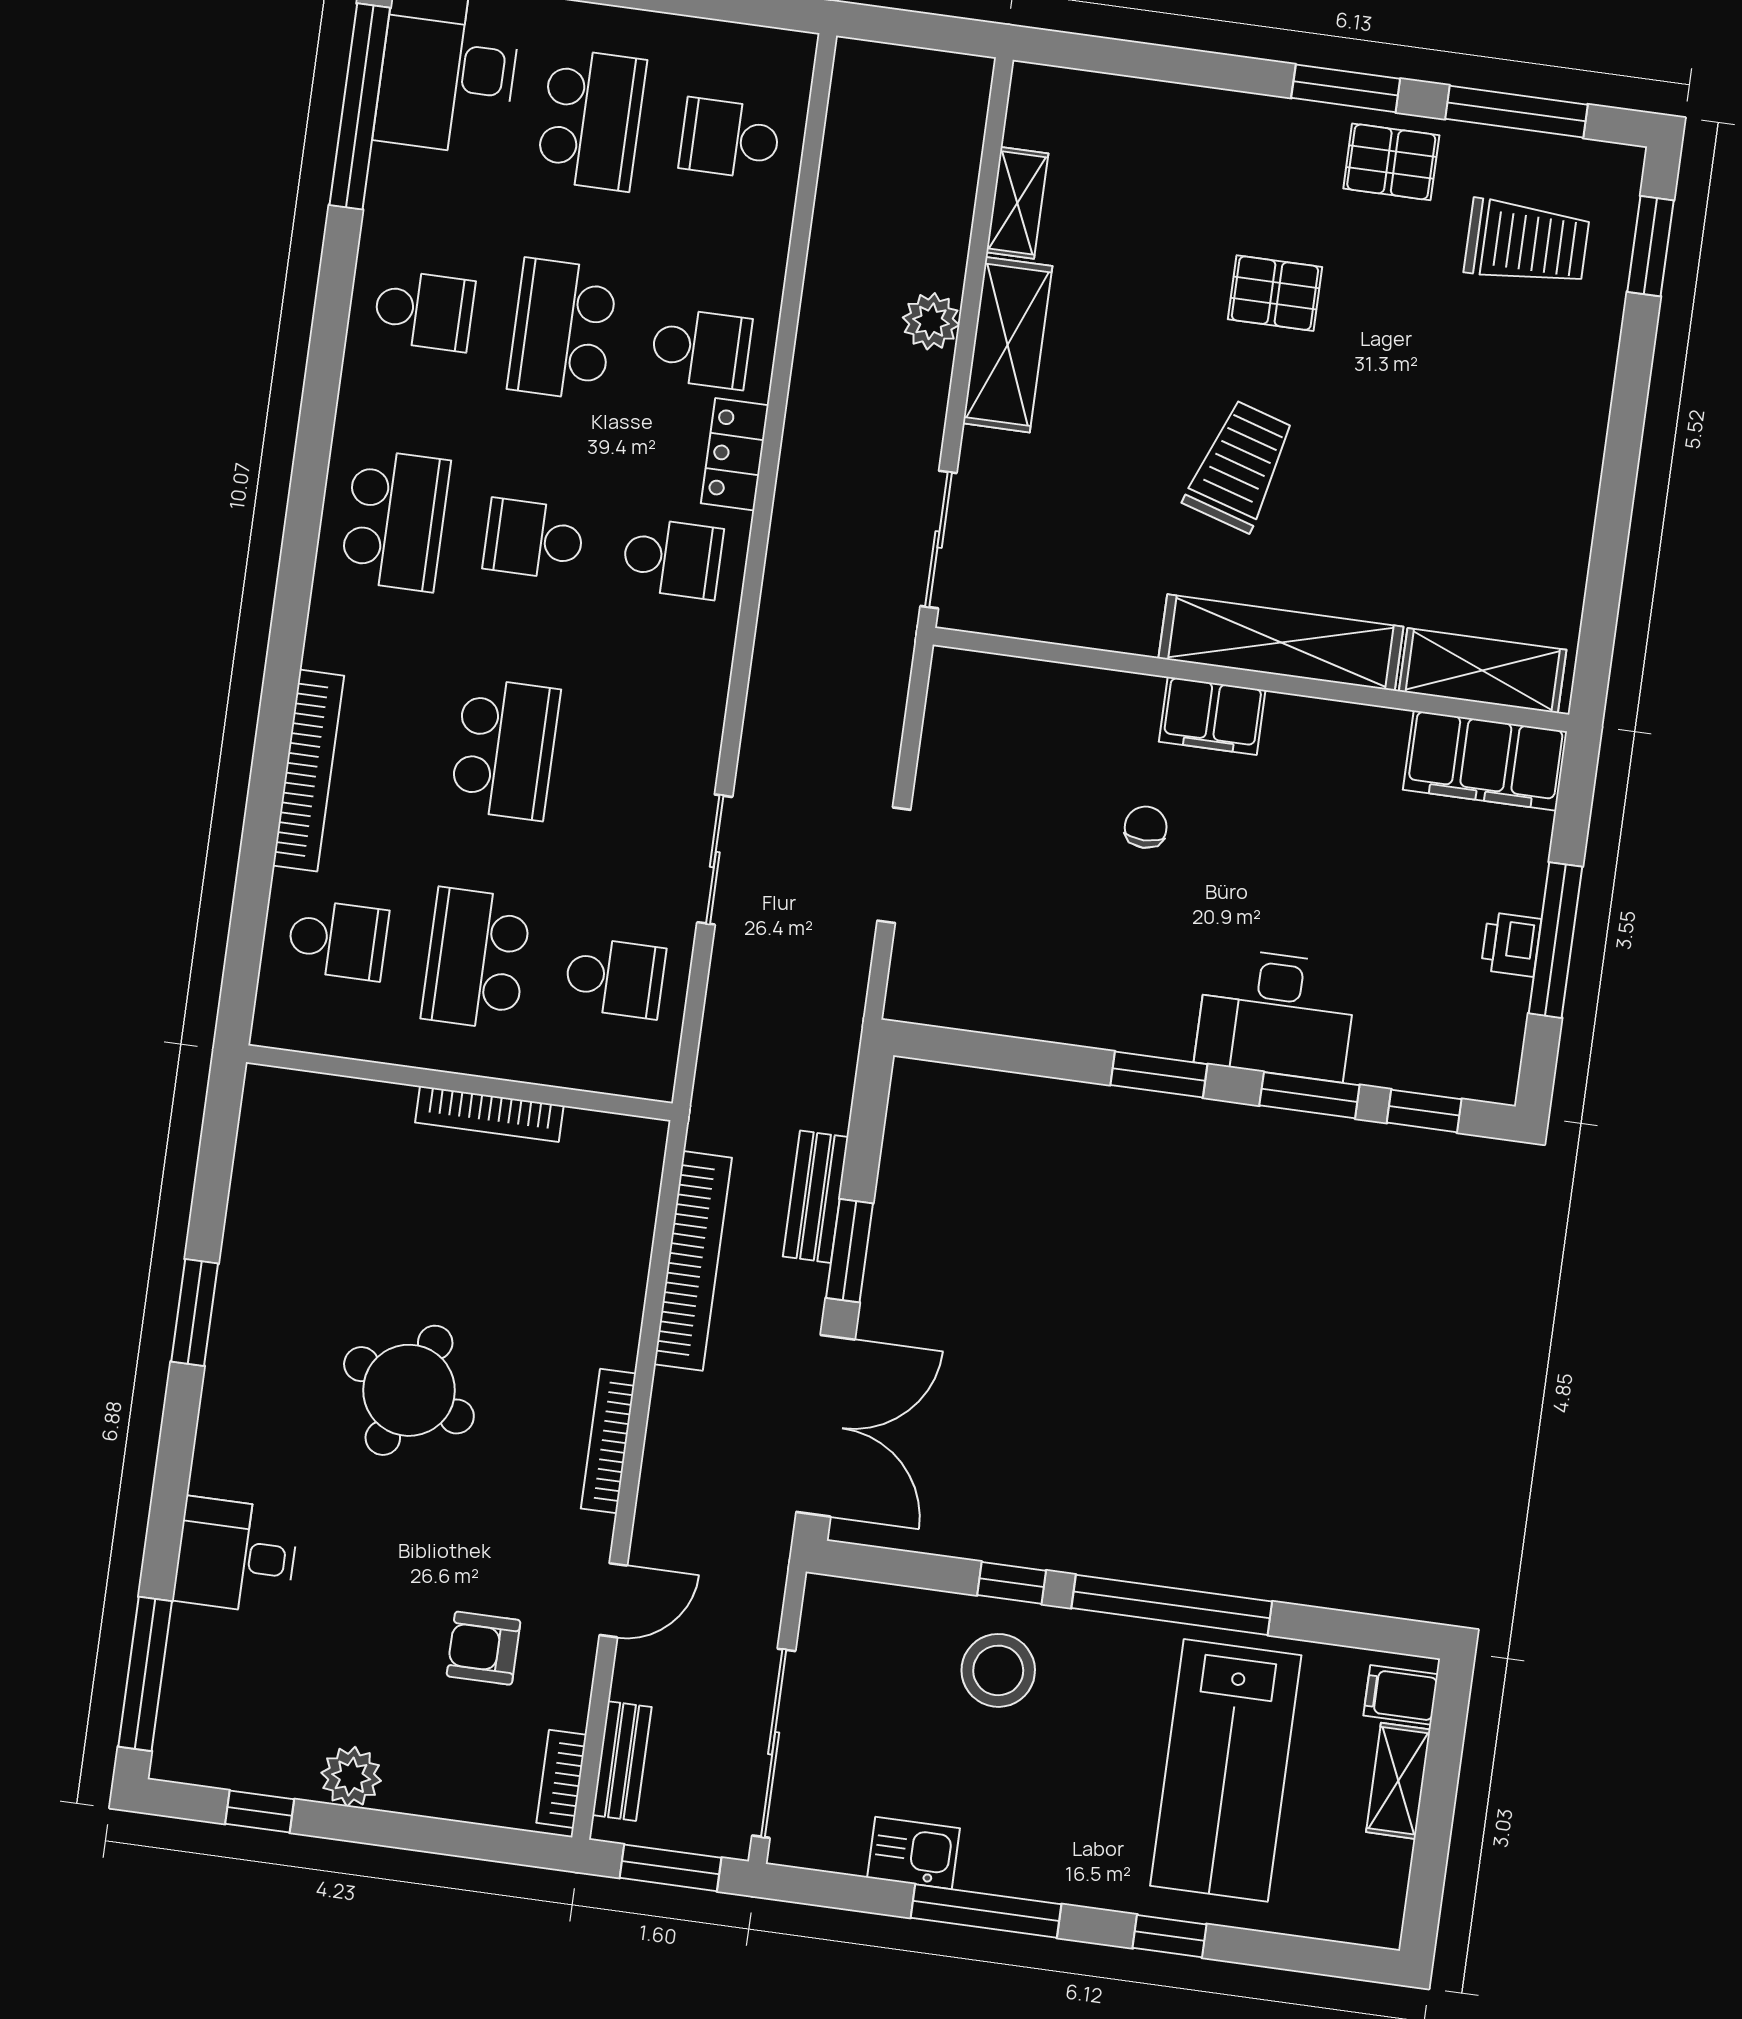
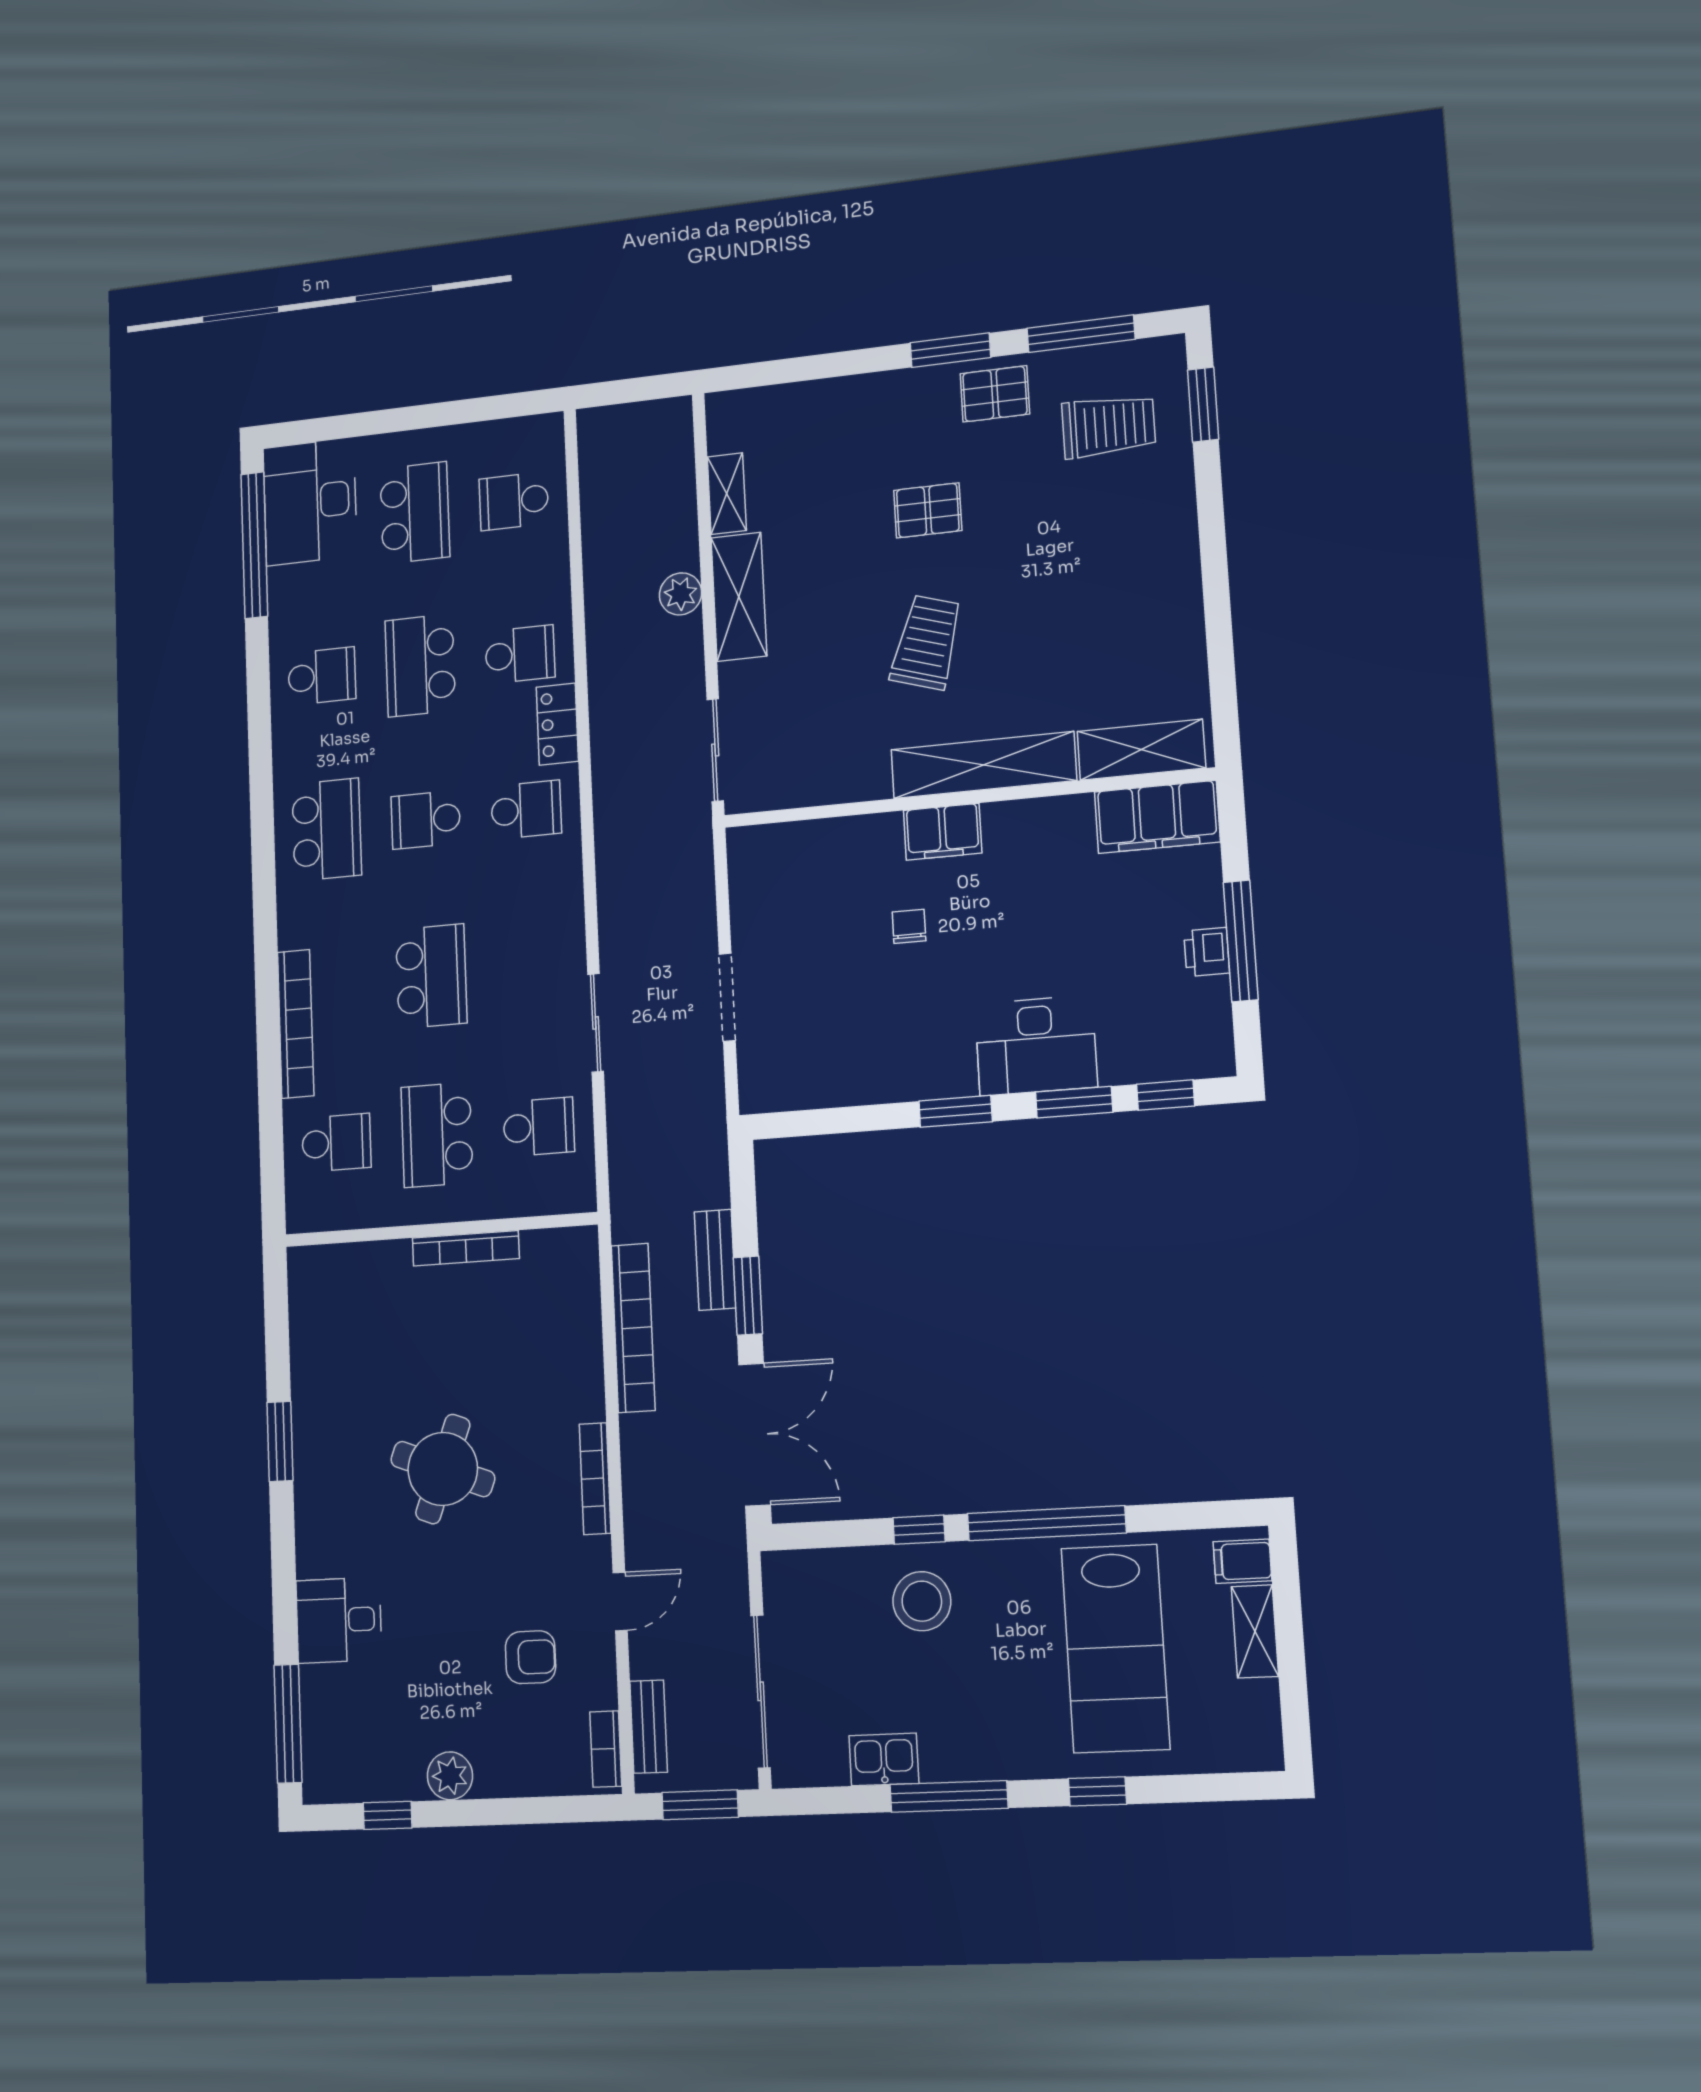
armchair: (483, 1648) -> (530, 1657), turned 180

